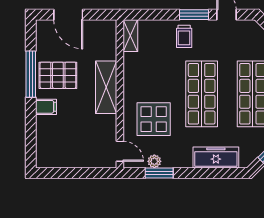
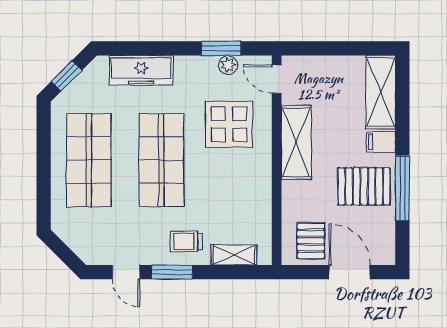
shelving: (130, 36) -> (234, 255), moved, turned 90
trolley: (184, 36) -> (186, 241), turned -90
pallet: (96, 37) -> (311, 241), added
shelving: (106, 87) -> (296, 142), moved
shelving: (46, 142) -> (381, 92), added

